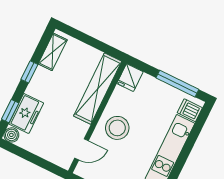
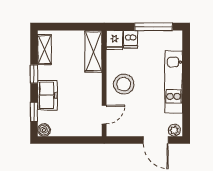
shelving: (98, 89) -> (93, 51), width x0.68
dishwasher: (190, 110) -> (131, 39), moved, turned -90
freezer: (26, 113) -> (47, 95), moved

